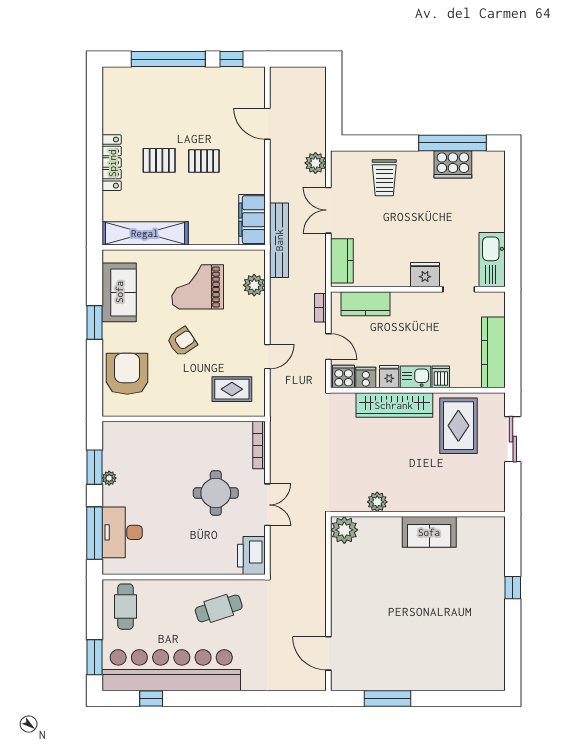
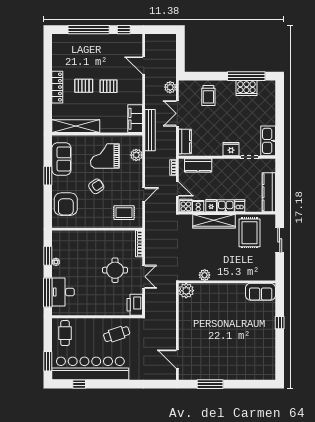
armchair: (127, 374) -> (66, 204), turned 180
sofa: (429, 532) -> (261, 292), moved

